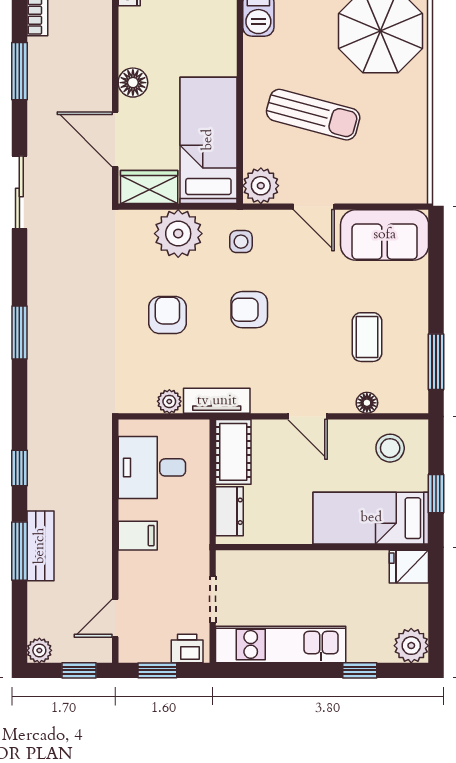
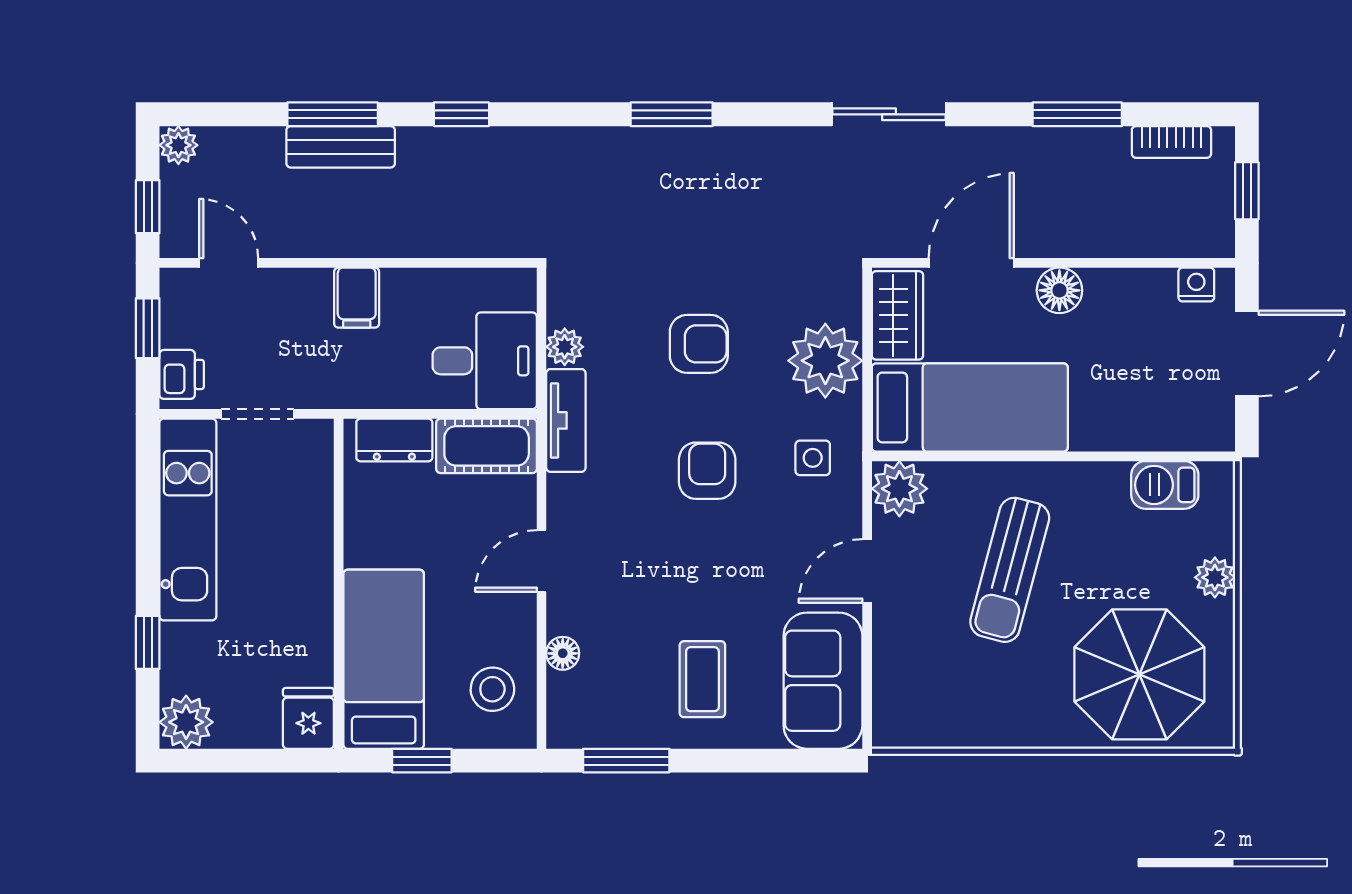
coffee table: (367, 337) -> (702, 679), moved, turned 90
desk: (152, 467) -> (485, 361), moved, turned 90

